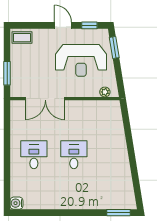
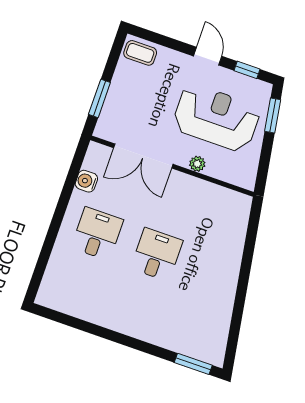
reception desk: (81, 60) -> (216, 118), turned 180
plant: (105, 92) -> (197, 164), moved
water cooler: (16, 203) -> (86, 181), moved

